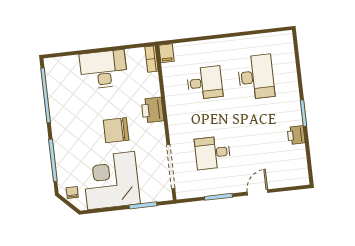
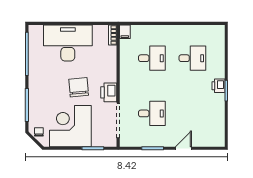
desk: (103, 69) -> (68, 43), width x1.36, depth x1.30
desk: (256, 77) -> (192, 58), width x0.73
printer: (152, 110) -> (109, 92), moved
chair: (116, 130) -> (79, 87), turned 85
printer: (296, 135) -> (218, 86), moved
desk: (213, 153) -> (152, 113), turned 180

